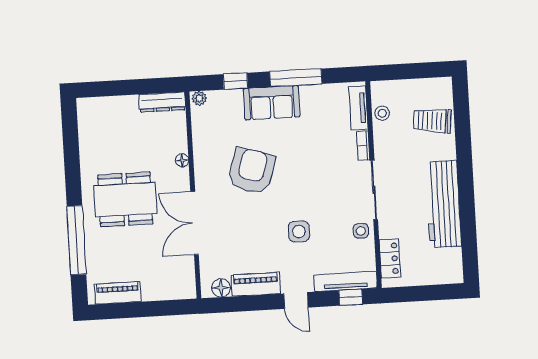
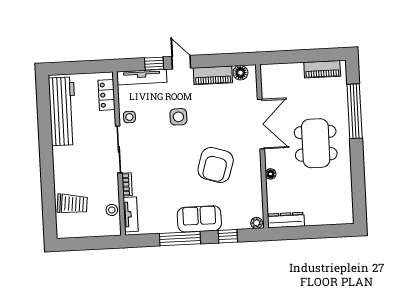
dining table: (125, 199) -> (316, 143), turned 90
workbench: (443, 204) -> (63, 111), moved
window: (351, 297) -> (154, 64), moved

